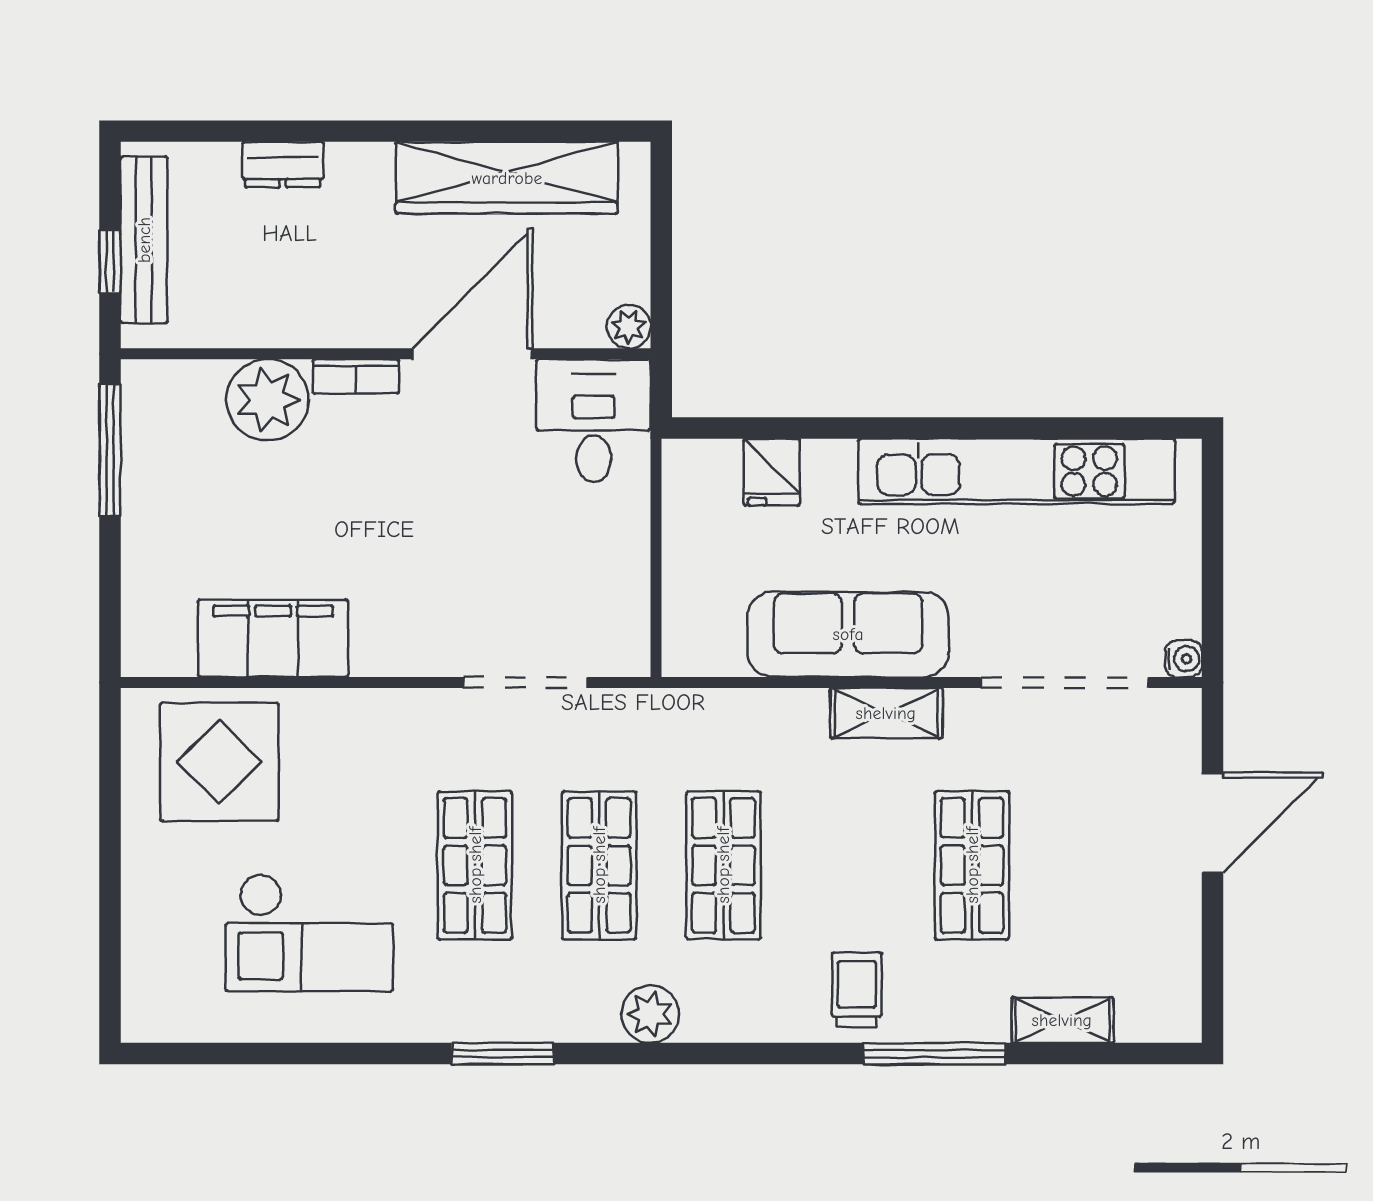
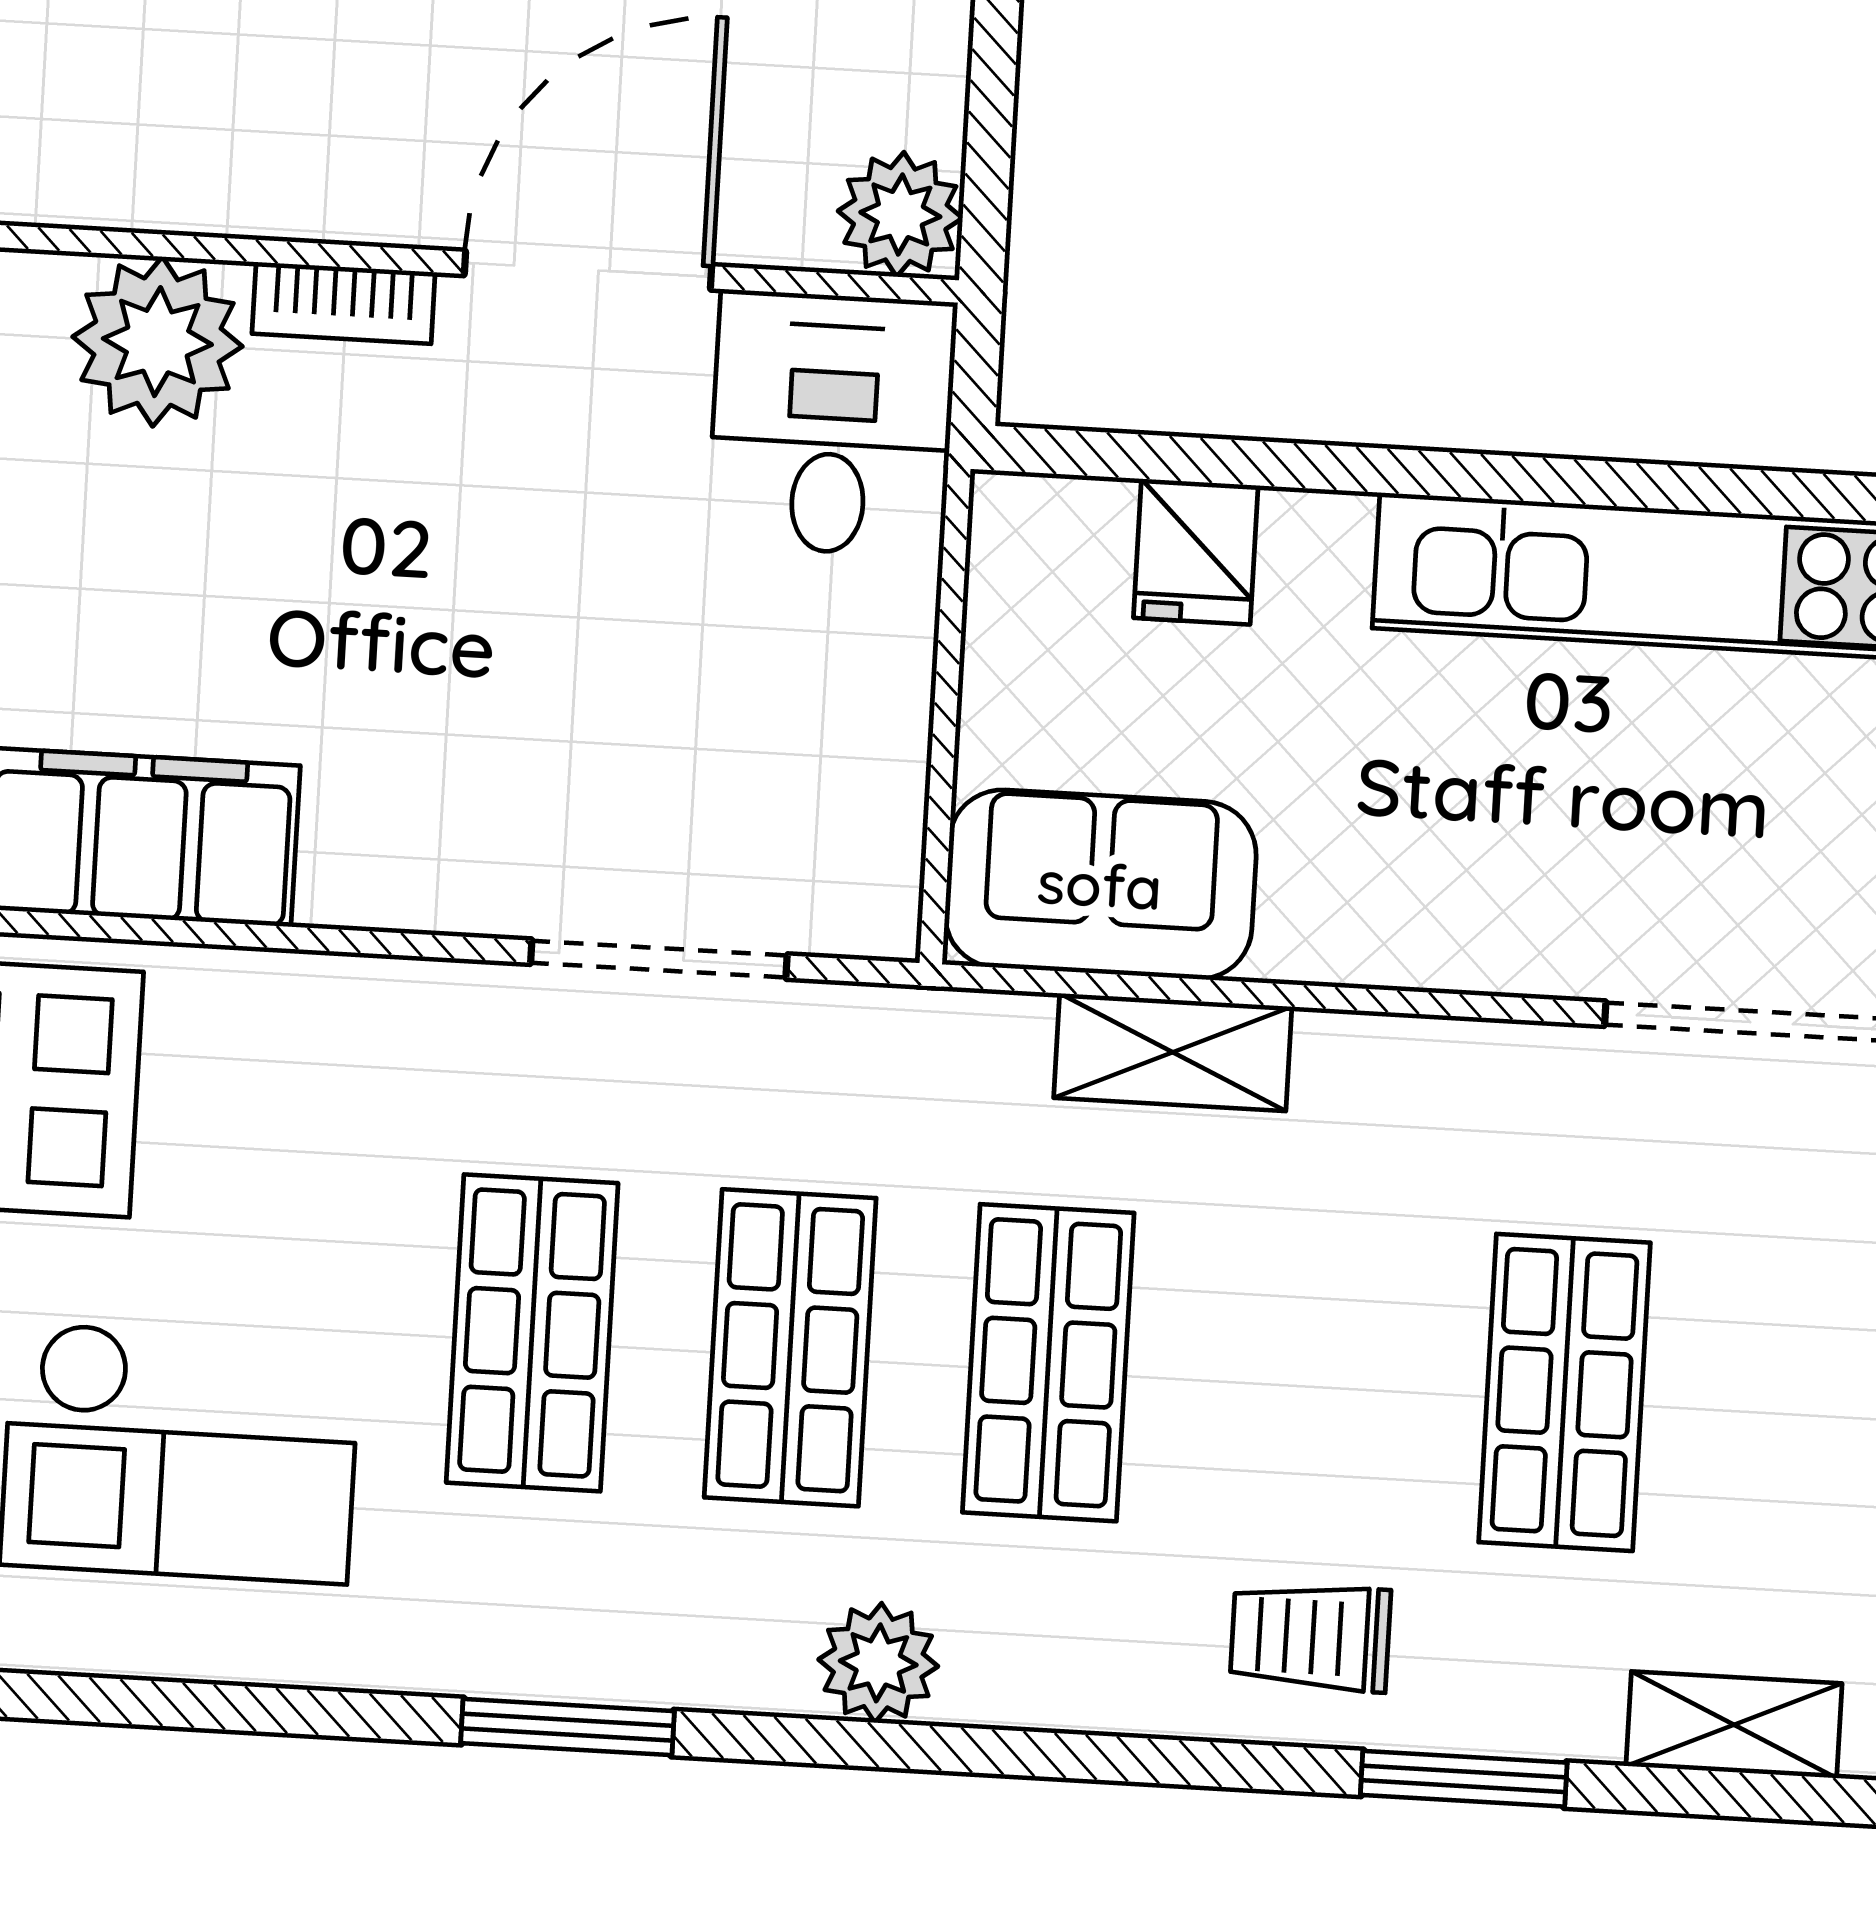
plant: (629, 327) -> (900, 214), width x1.38, depth x1.38
sofa: (848, 634) -> (1100, 884), moved, width x0.73
shelving: (886, 713) -> (1173, 1052), moved
trolley: (857, 990) -> (1310, 1637), turned -90
window: (934, 1054) -> (1464, 1779), width x0.69

